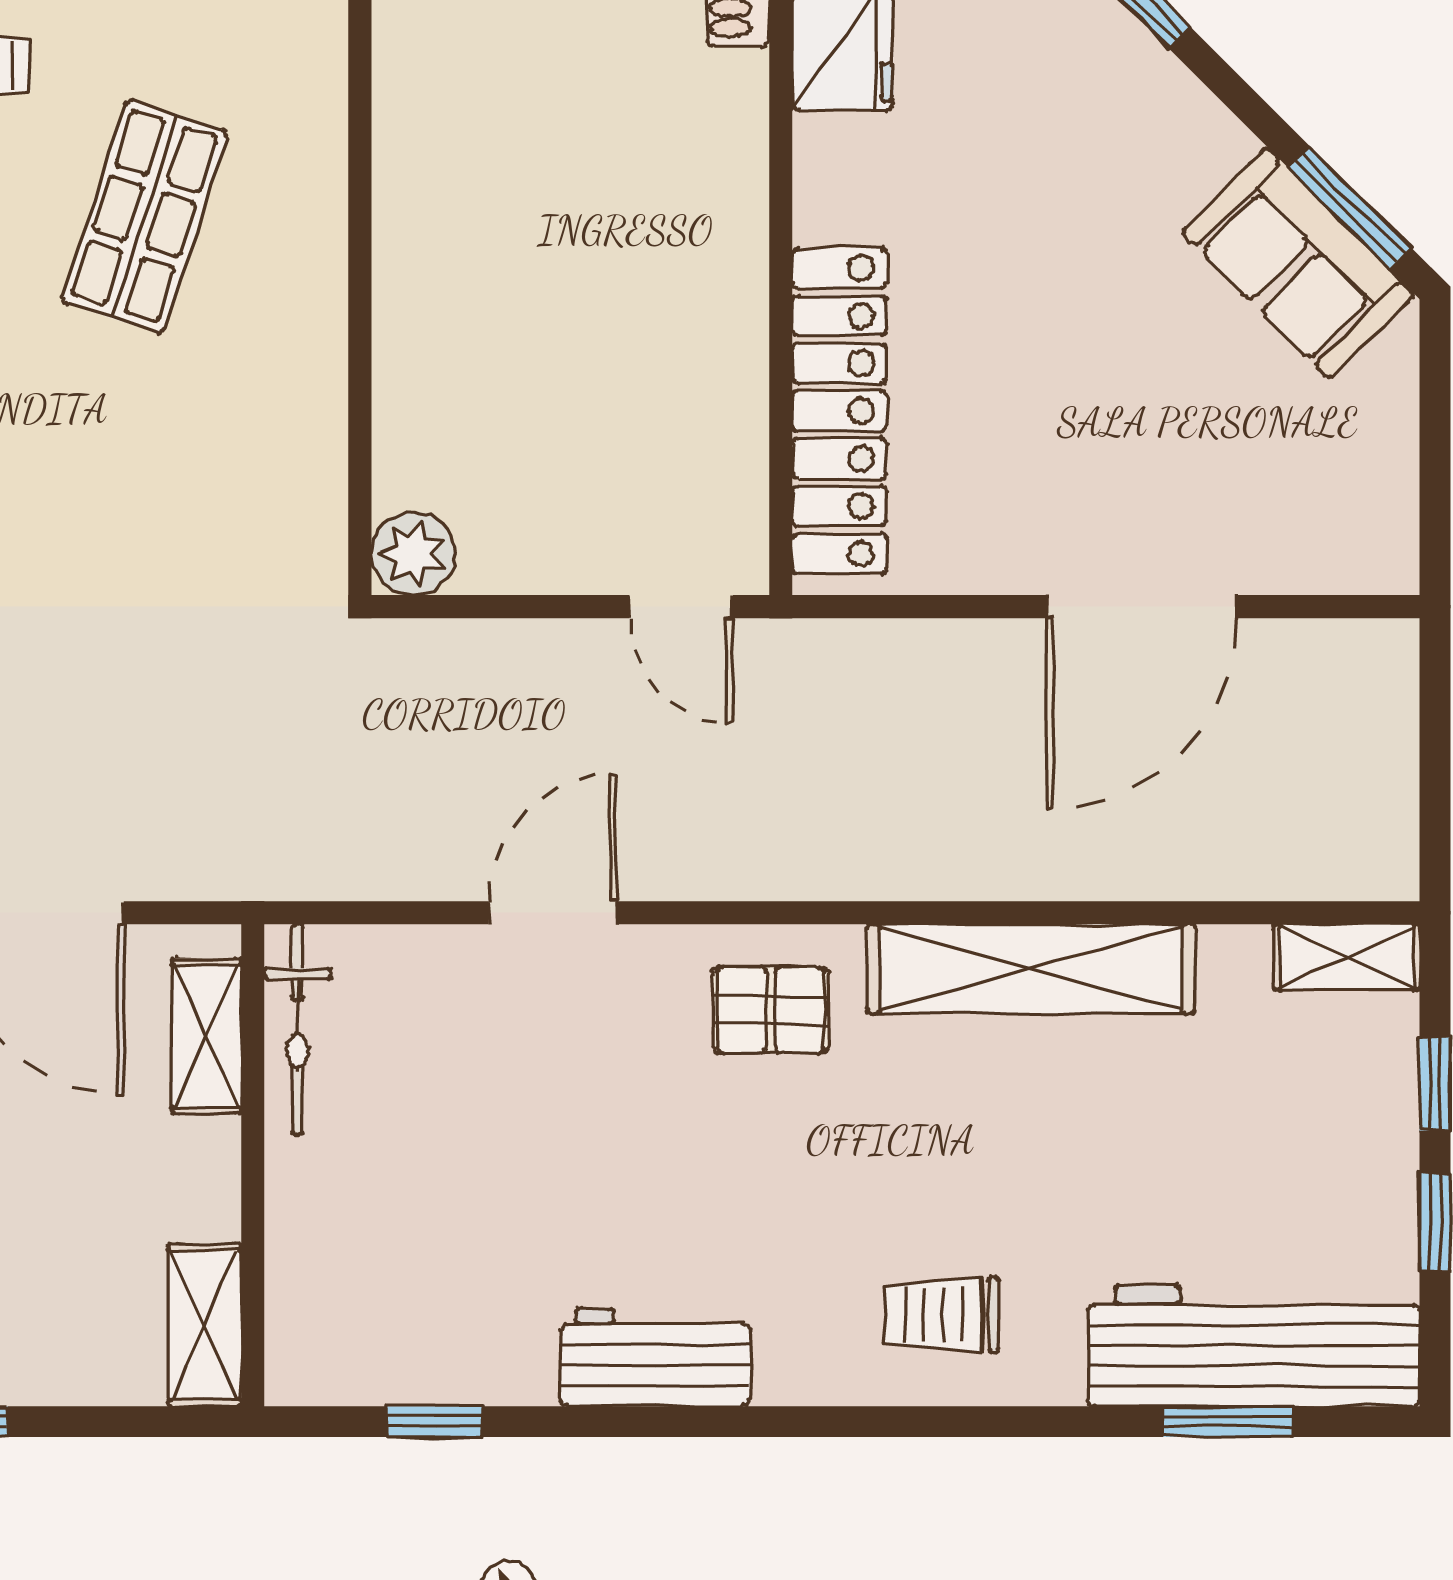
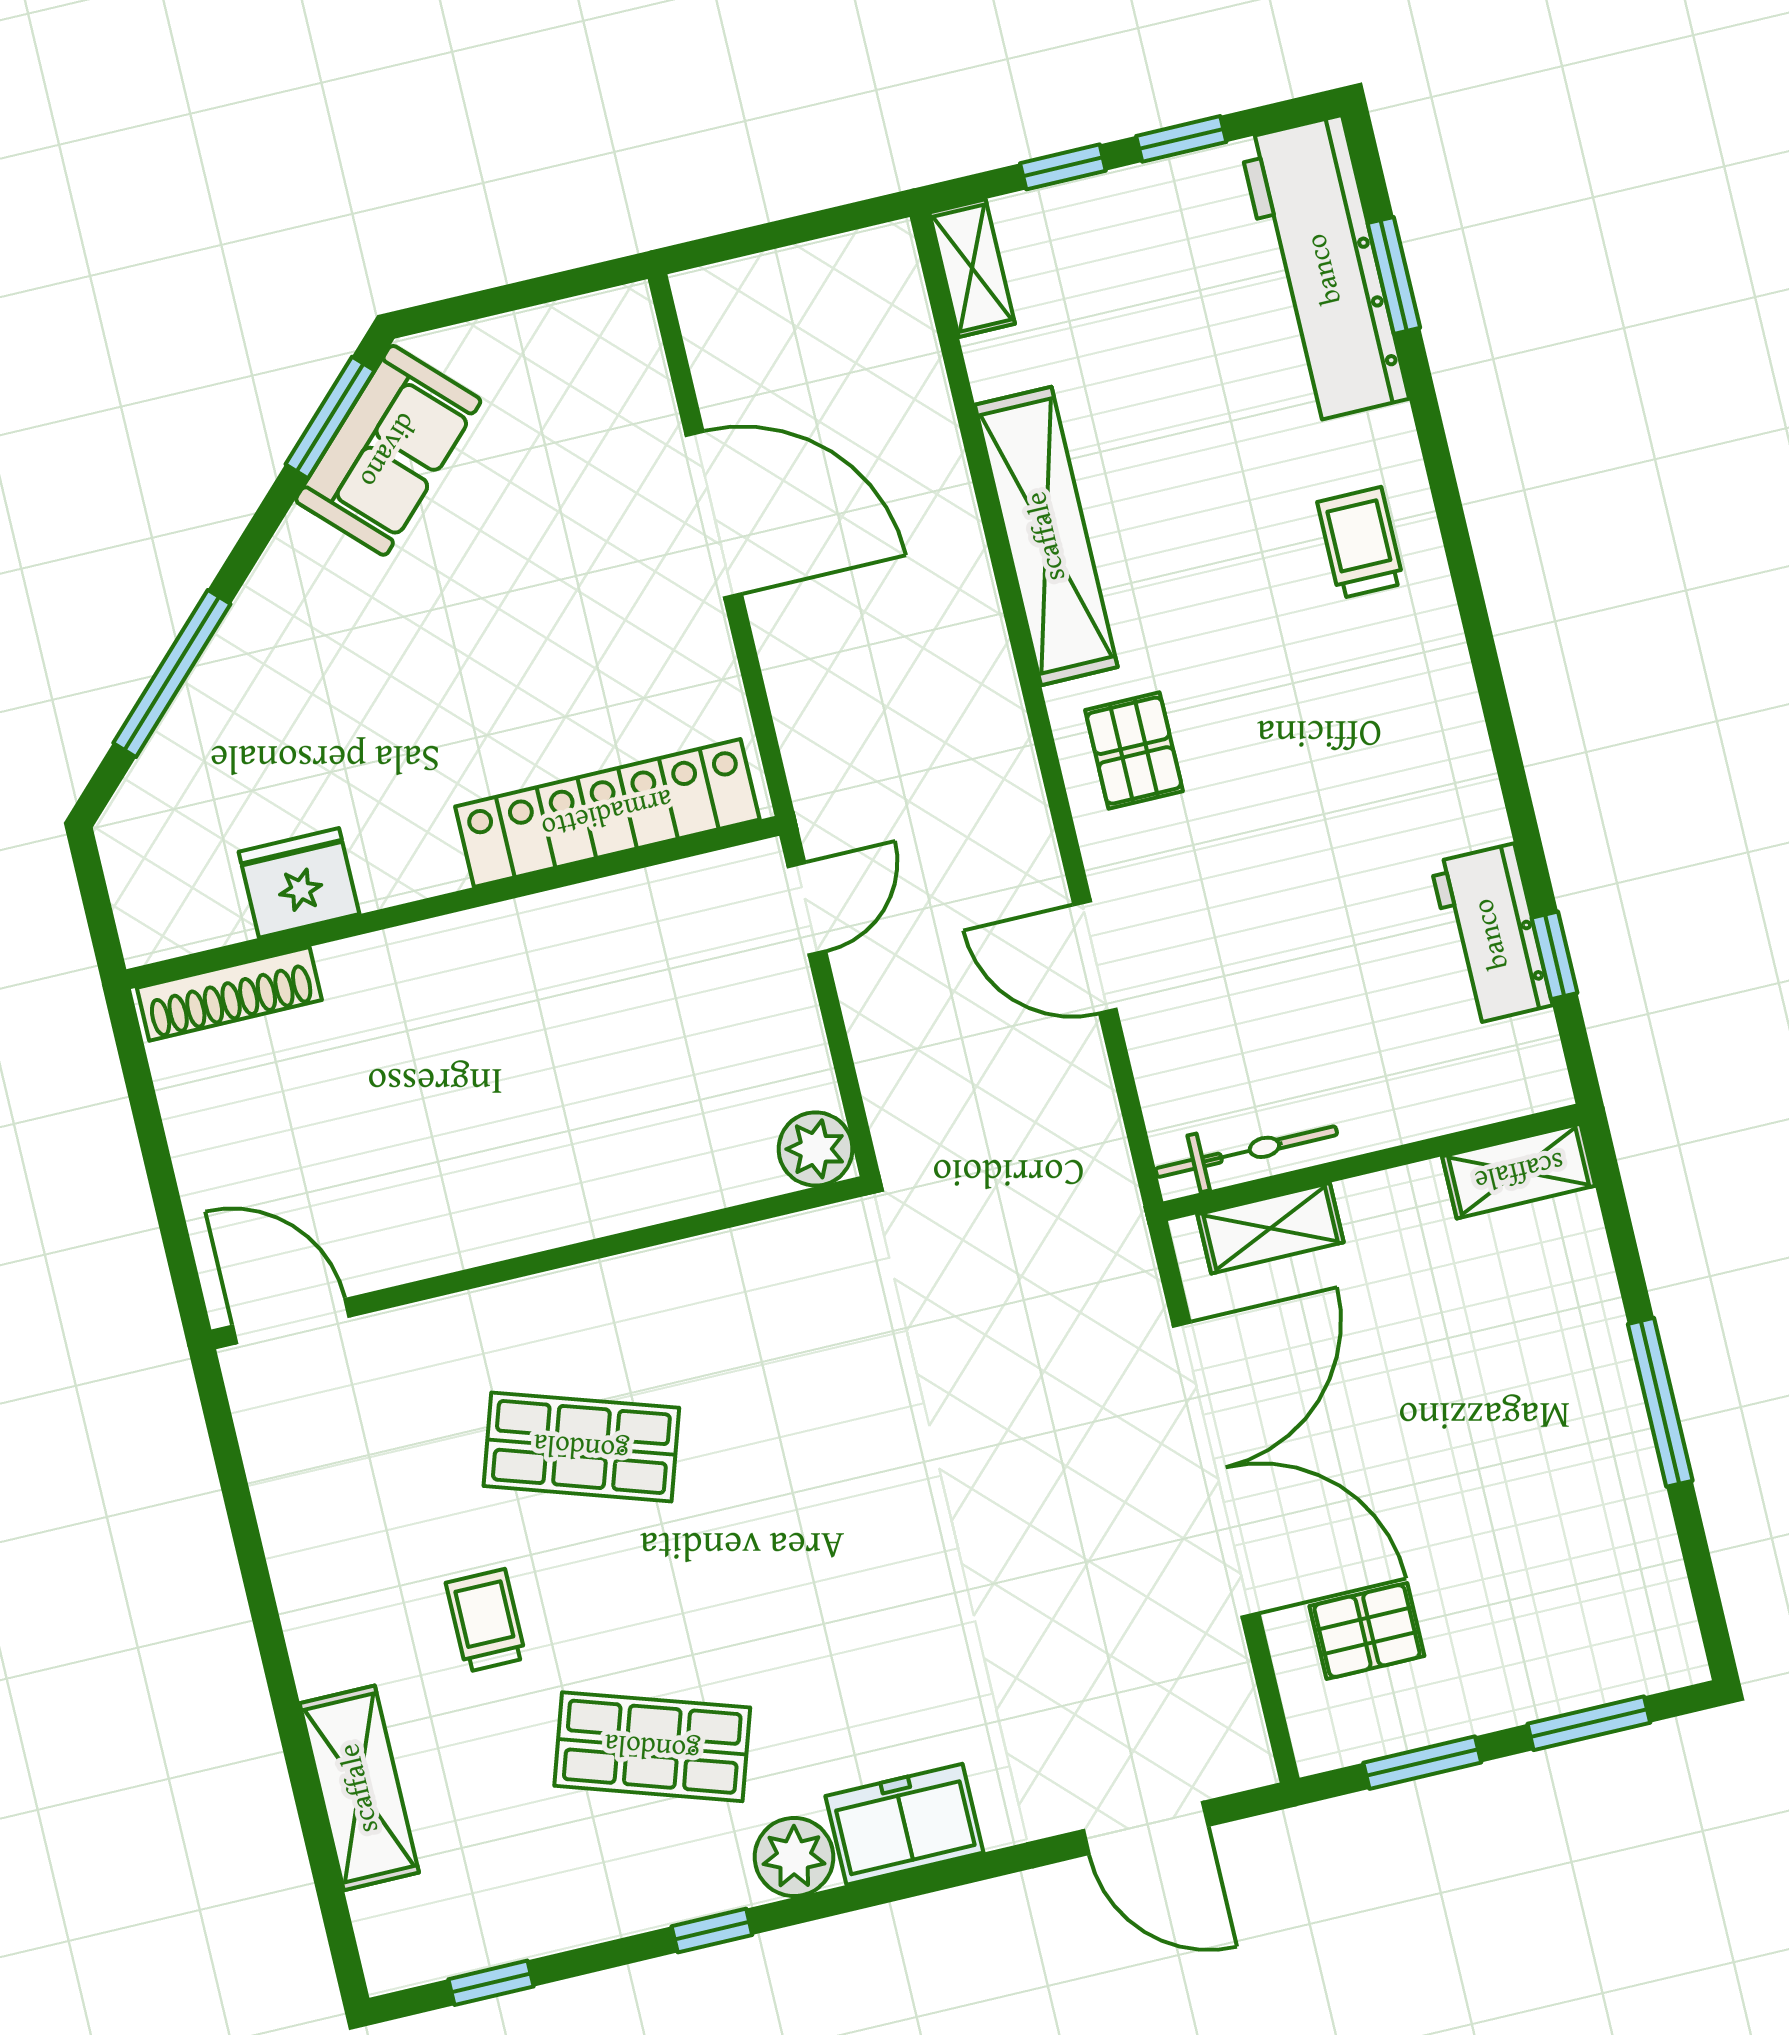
trolley: (941, 1315) -> (1361, 543), turned 180
workbench: (655, 1357) -> (1491, 934), moved

